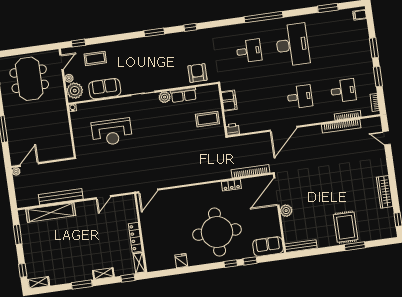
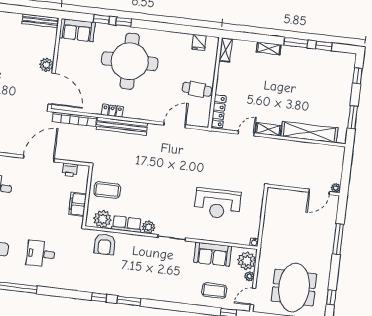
window: (154, 32) -> (129, 301), moved
plant: (205, 94) -> (102, 219), added
printer: (233, 129) -> (70, 170), moved
door: (283, 129) -> (39, 158), moved
reception desk: (112, 132) -> (218, 204), turned 180
locker: (231, 185) -> (112, 111), moved
door: (148, 191) -> (175, 125), moved
door: (276, 192) -> (52, 89), hinge flipped
bench: (61, 197) -> (122, 126), moved
cafe table: (154, 223) -> (197, 89), added
locker: (135, 237) -> (219, 111), moved
fridge: (181, 261) -> (199, 42), moved
window: (128, 278) -> (324, 46), moved
shelving: (38, 283) -> (268, 129), moved

